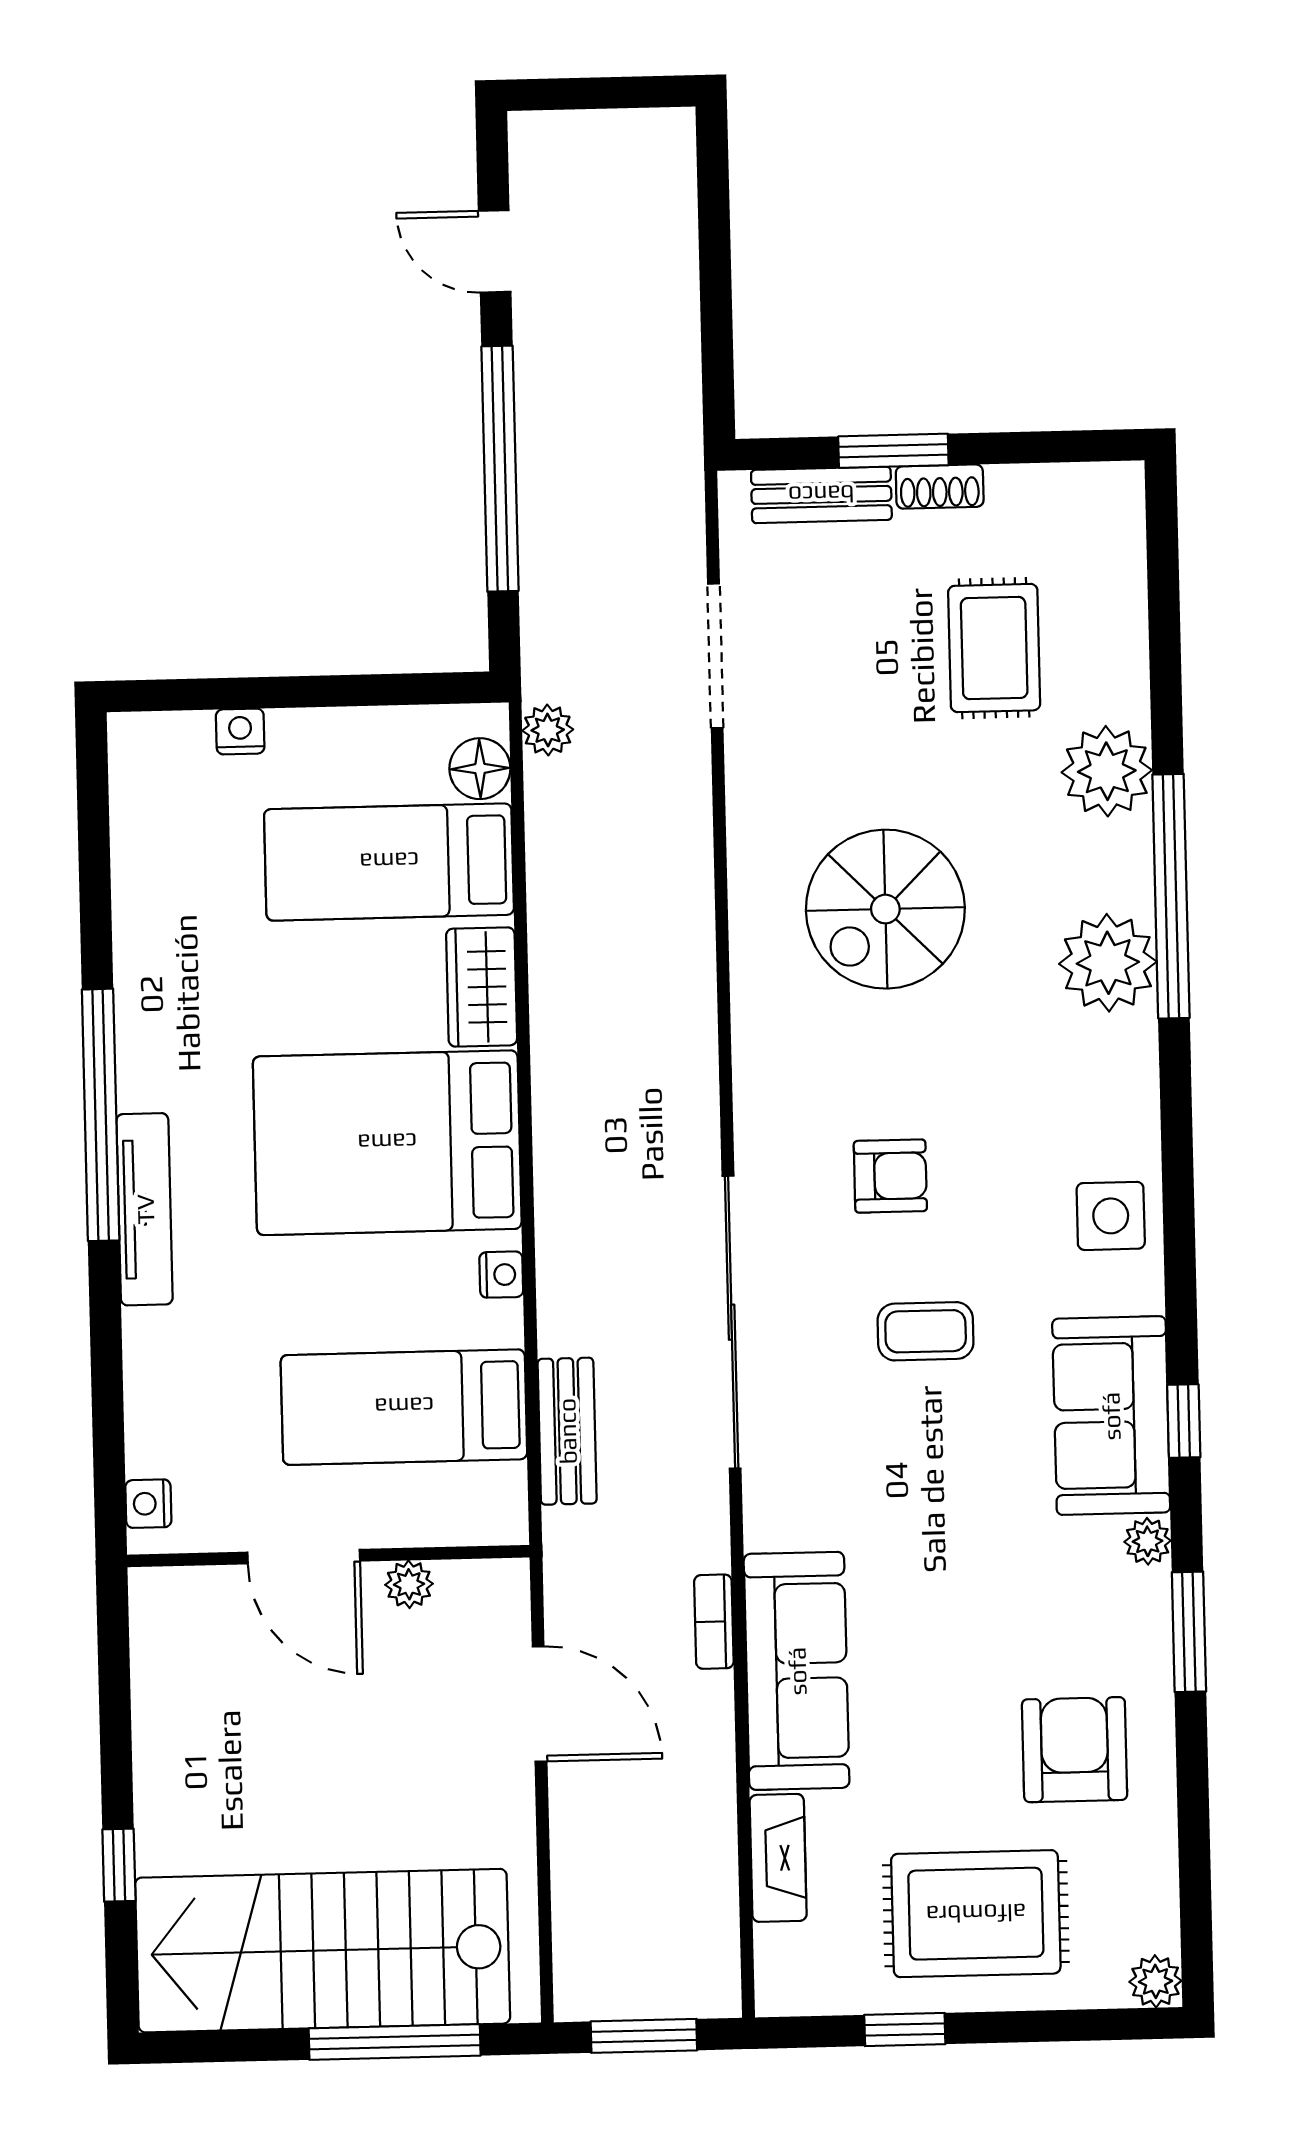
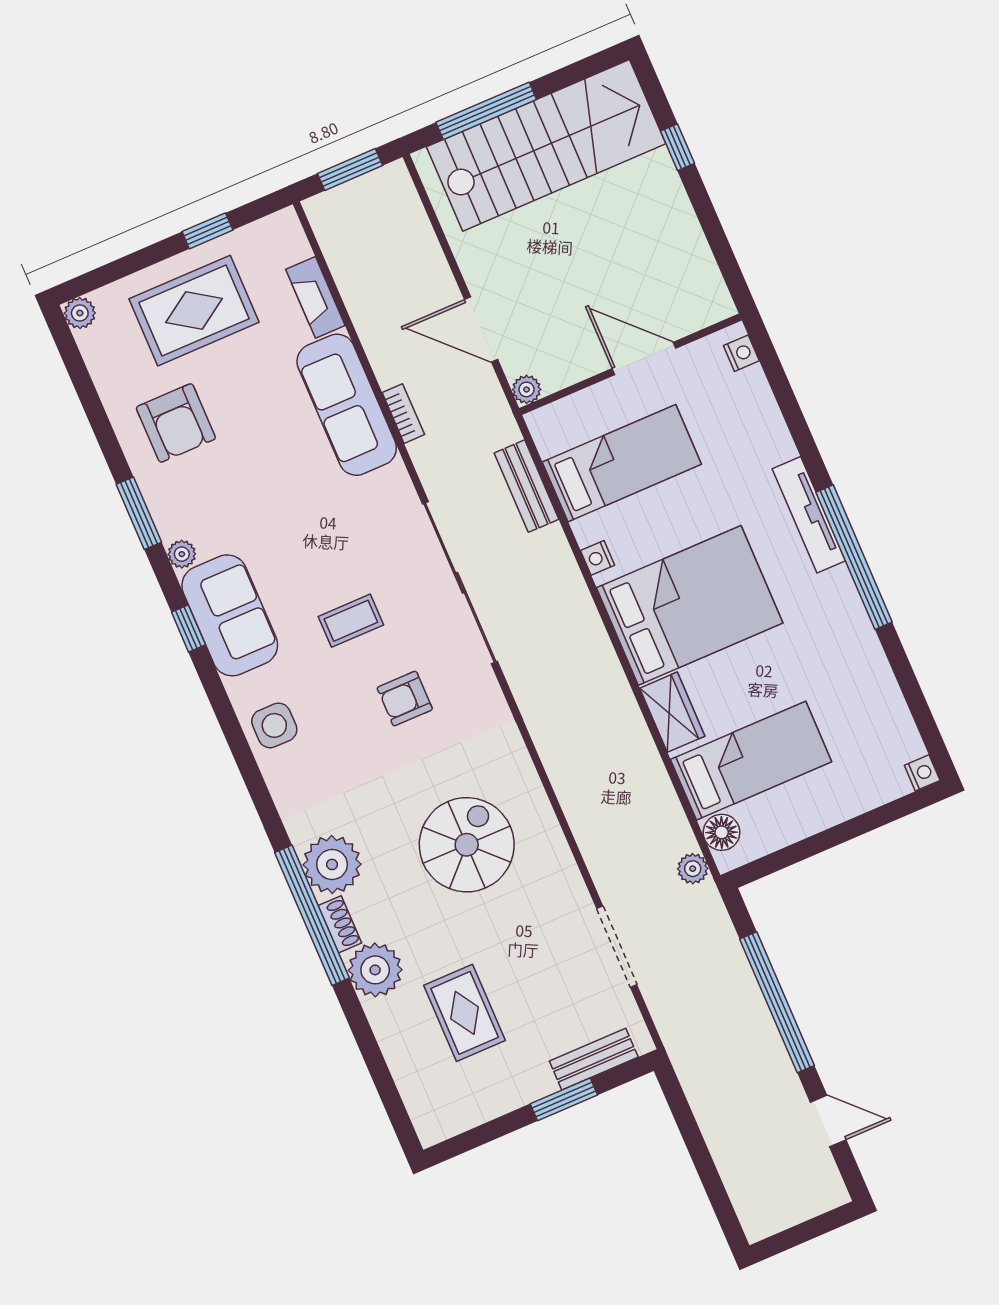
shoe rack: (940, 487) -> (340, 924), moved, turned 90
nightstand: (240, 731) -> (922, 773), moved, turned -90
plant: (409, 1584) -> (527, 389), moved

